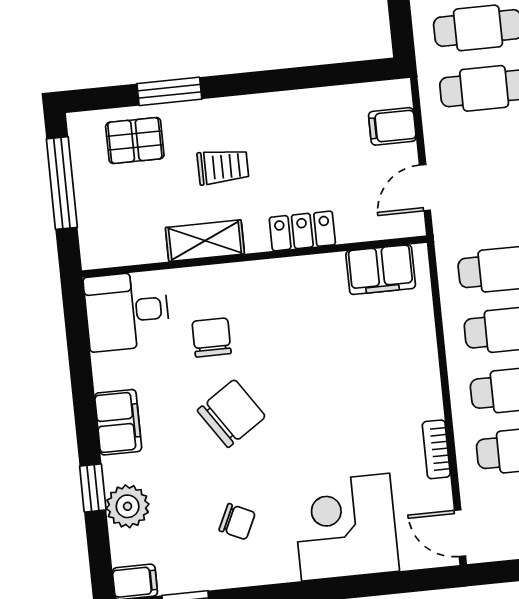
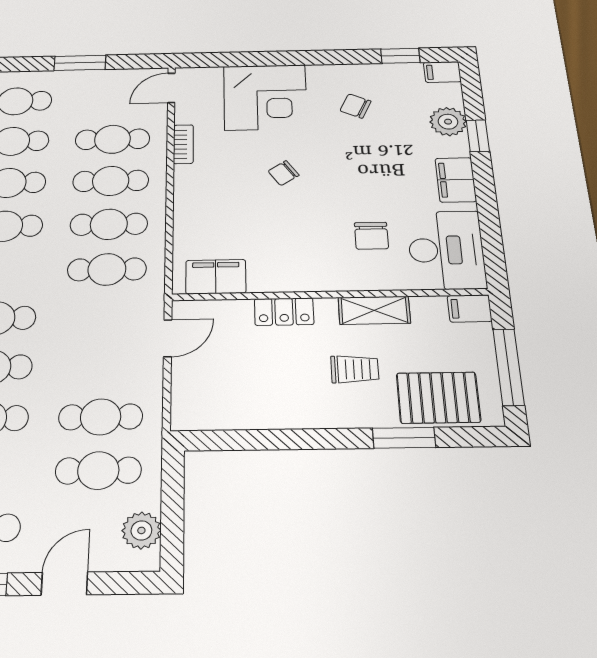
filing cabinet: (392, 126) -> (470, 309), moved, turned 180
pallet: (135, 141) -> (438, 398), width x1.50, depth x1.42
trolley: (223, 167) -> (355, 369), turned 180
desk: (127, 311) -> (446, 250), width x1.37
chair: (231, 413) -> (284, 173), moved, width x0.54, depth x0.54
door: (460, 533) -> (171, 88), swing flipped

